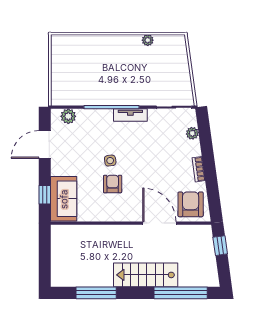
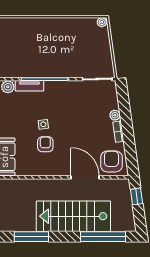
plant: (148, 40) -> (102, 22), moved
tv unit: (130, 115) -> (29, 86), moved
plant: (192, 133) -> (115, 115), moved
stairs: (146, 275) -> (73, 216), width x1.36, depth x1.51

